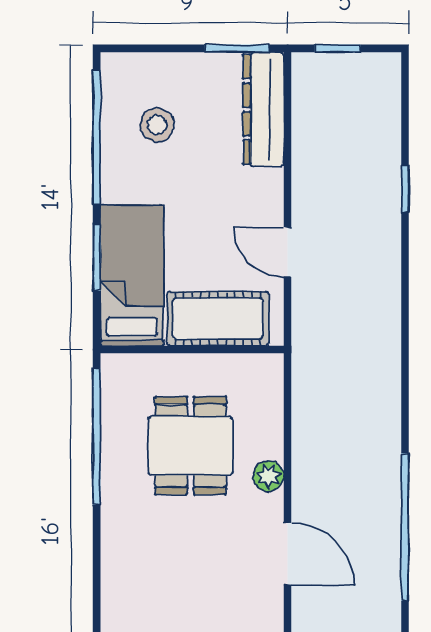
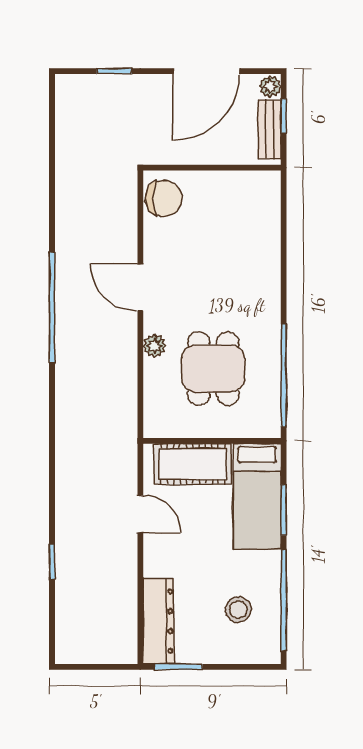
window: (338, 48) -> (103, 667), removed

